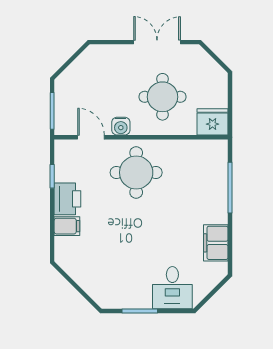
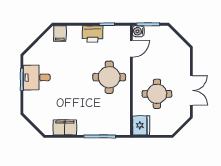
water cooler: (121, 126) -> (138, 31), moved
filing cabinet: (67, 226) -> (60, 34), moved
desk: (172, 288) -> (37, 77), moved

